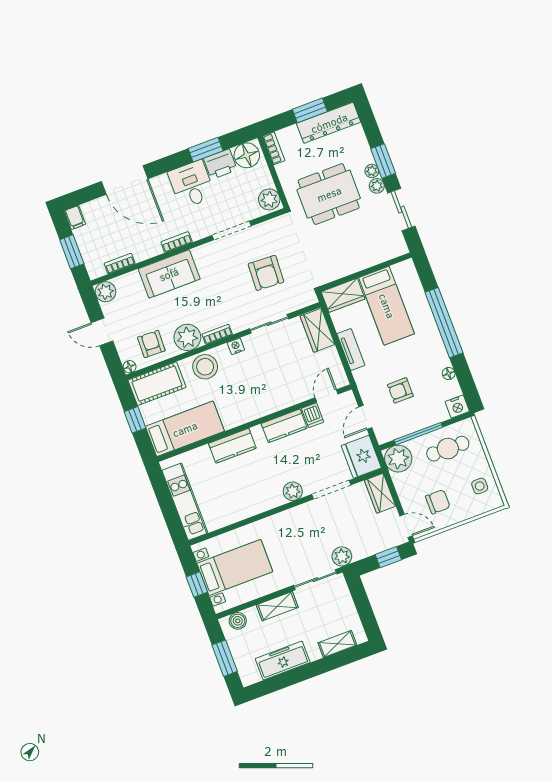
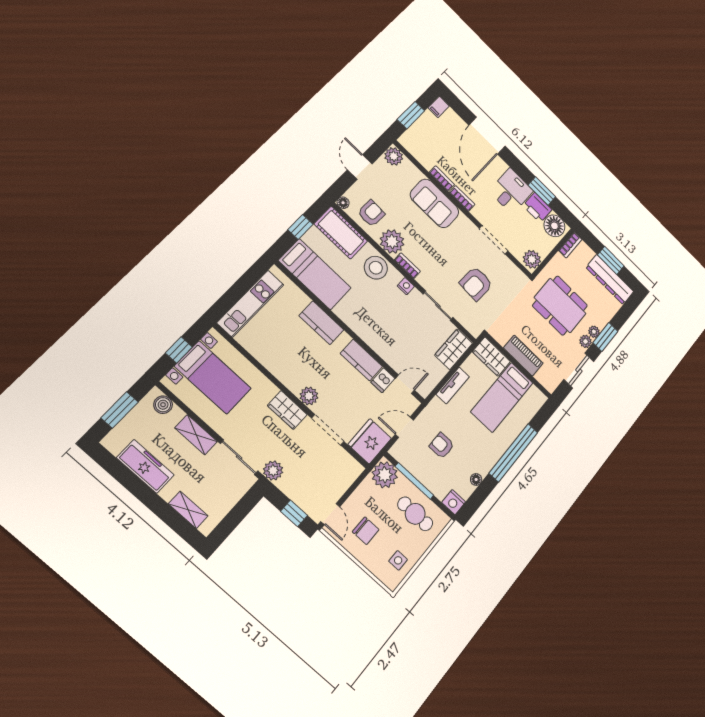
piano: (358, 261) -> (523, 356), added
bookcase: (120, 264) -> (442, 179), moved
wardrobe: (380, 493) -> (287, 410), moved, turned -90

